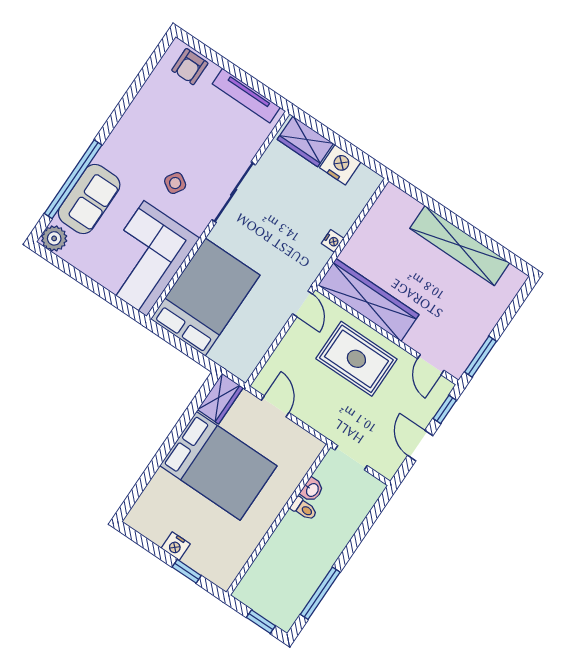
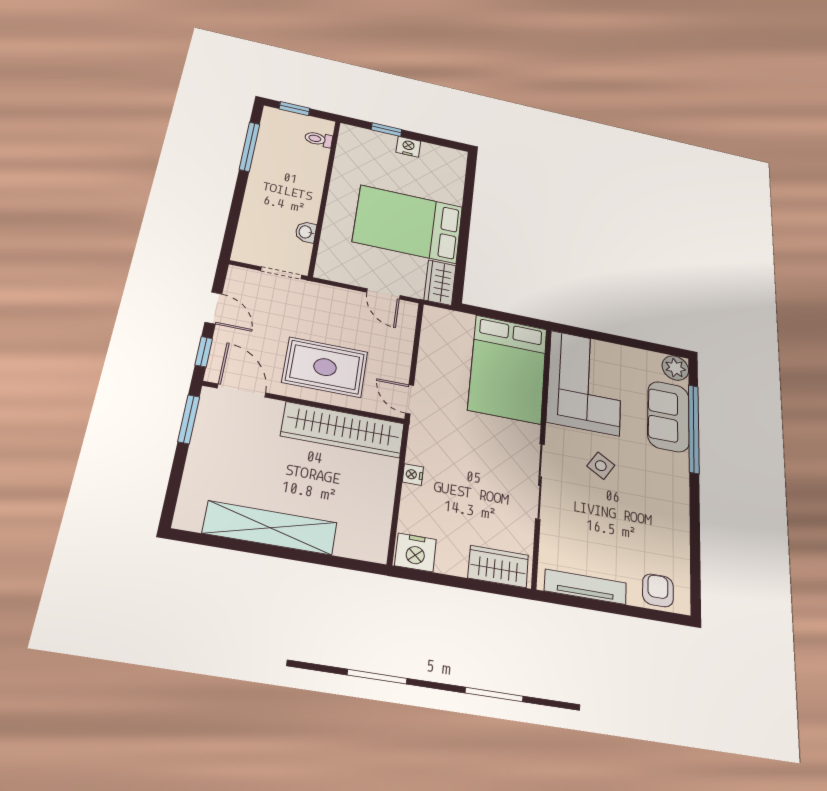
nightstand: (340, 165) -> (416, 553), moved
door: (431, 365) -> (242, 391), width x1.38
toilet: (304, 509) -> (319, 139), moved

